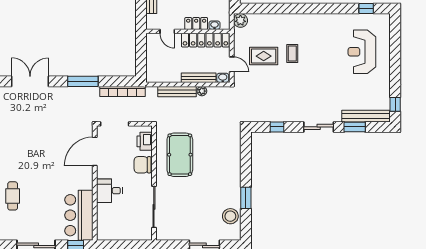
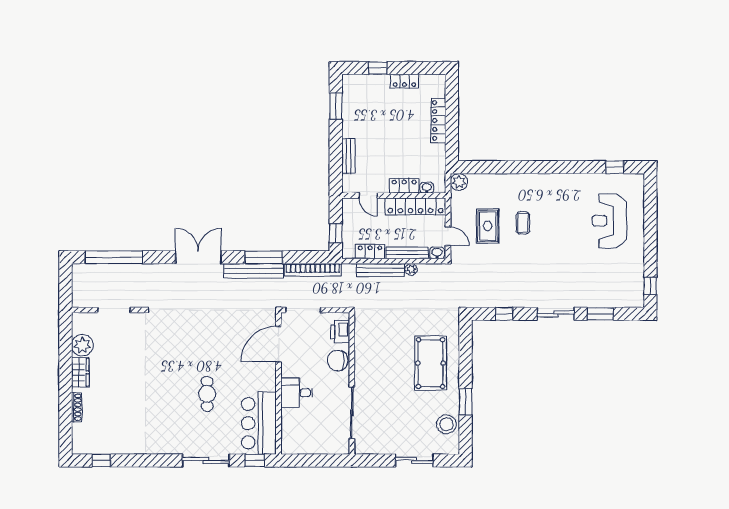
rug: (264, 56) -> (488, 226), turned 90
window: (141, 62) -> (336, 233), added
locker: (169, 77) -> (370, 252), added
bench: (366, 116) -> (254, 271), moved
pool table: (180, 155) -> (430, 363), moved
cafe table: (13, 196) -> (207, 394), moved

